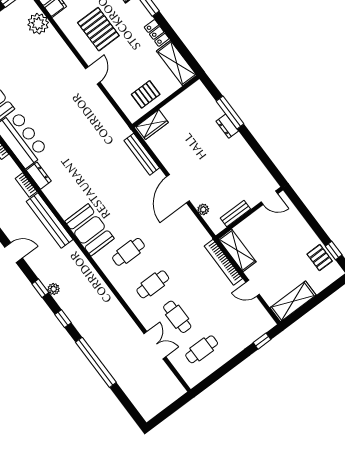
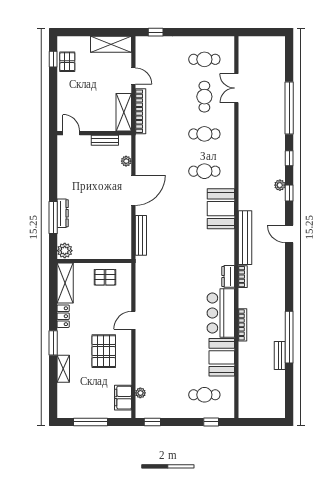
plant: (38, 24) -> (140, 393), width x0.53, depth x0.53
plant: (198, 91) -> (65, 251), added
wardrobe: (152, 125) -> (117, 251), removed
dresser: (227, 126) -> (63, 213), width x1.44

